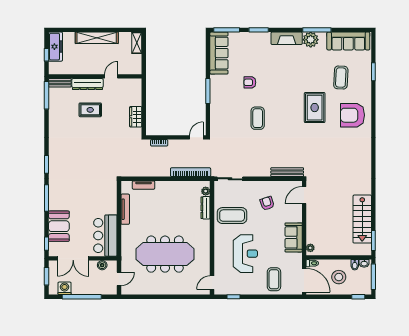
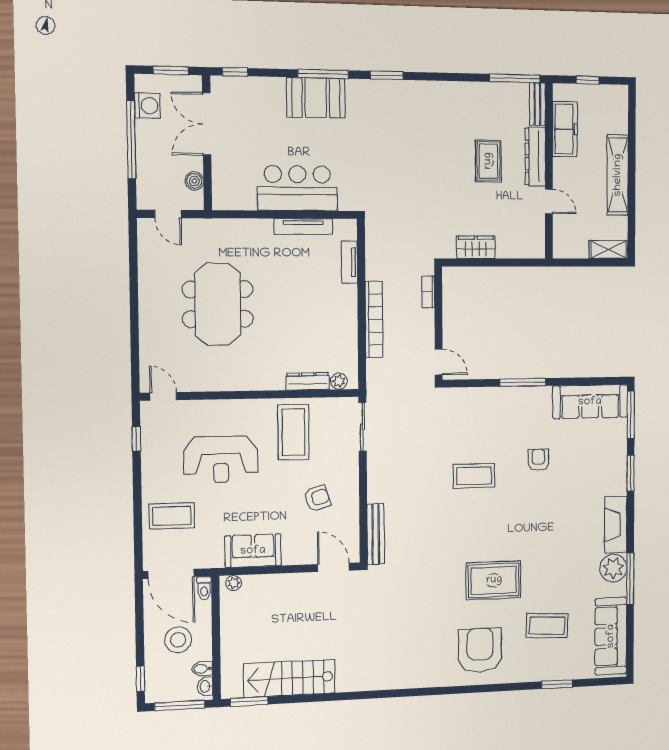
freezer: (55, 47) -> (565, 129), moved, turned -90
bookcase: (191, 172) -> (374, 319), moved
booth: (59, 226) -> (316, 98), moved
bar counter: (105, 236) -> (297, 188), moved
meeting table: (165, 254) -> (218, 304), width x0.73
door: (304, 280) -> (171, 574), hinge flipped

